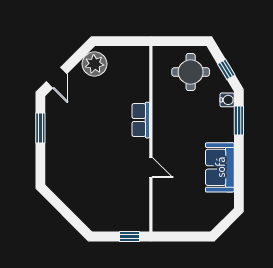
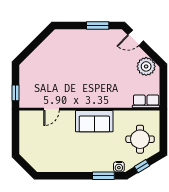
row of seats: (141, 120) -> (146, 101), moved
sofa: (220, 167) -> (94, 121), moved, turned 180
door: (151, 168) -> (51, 109), moved

